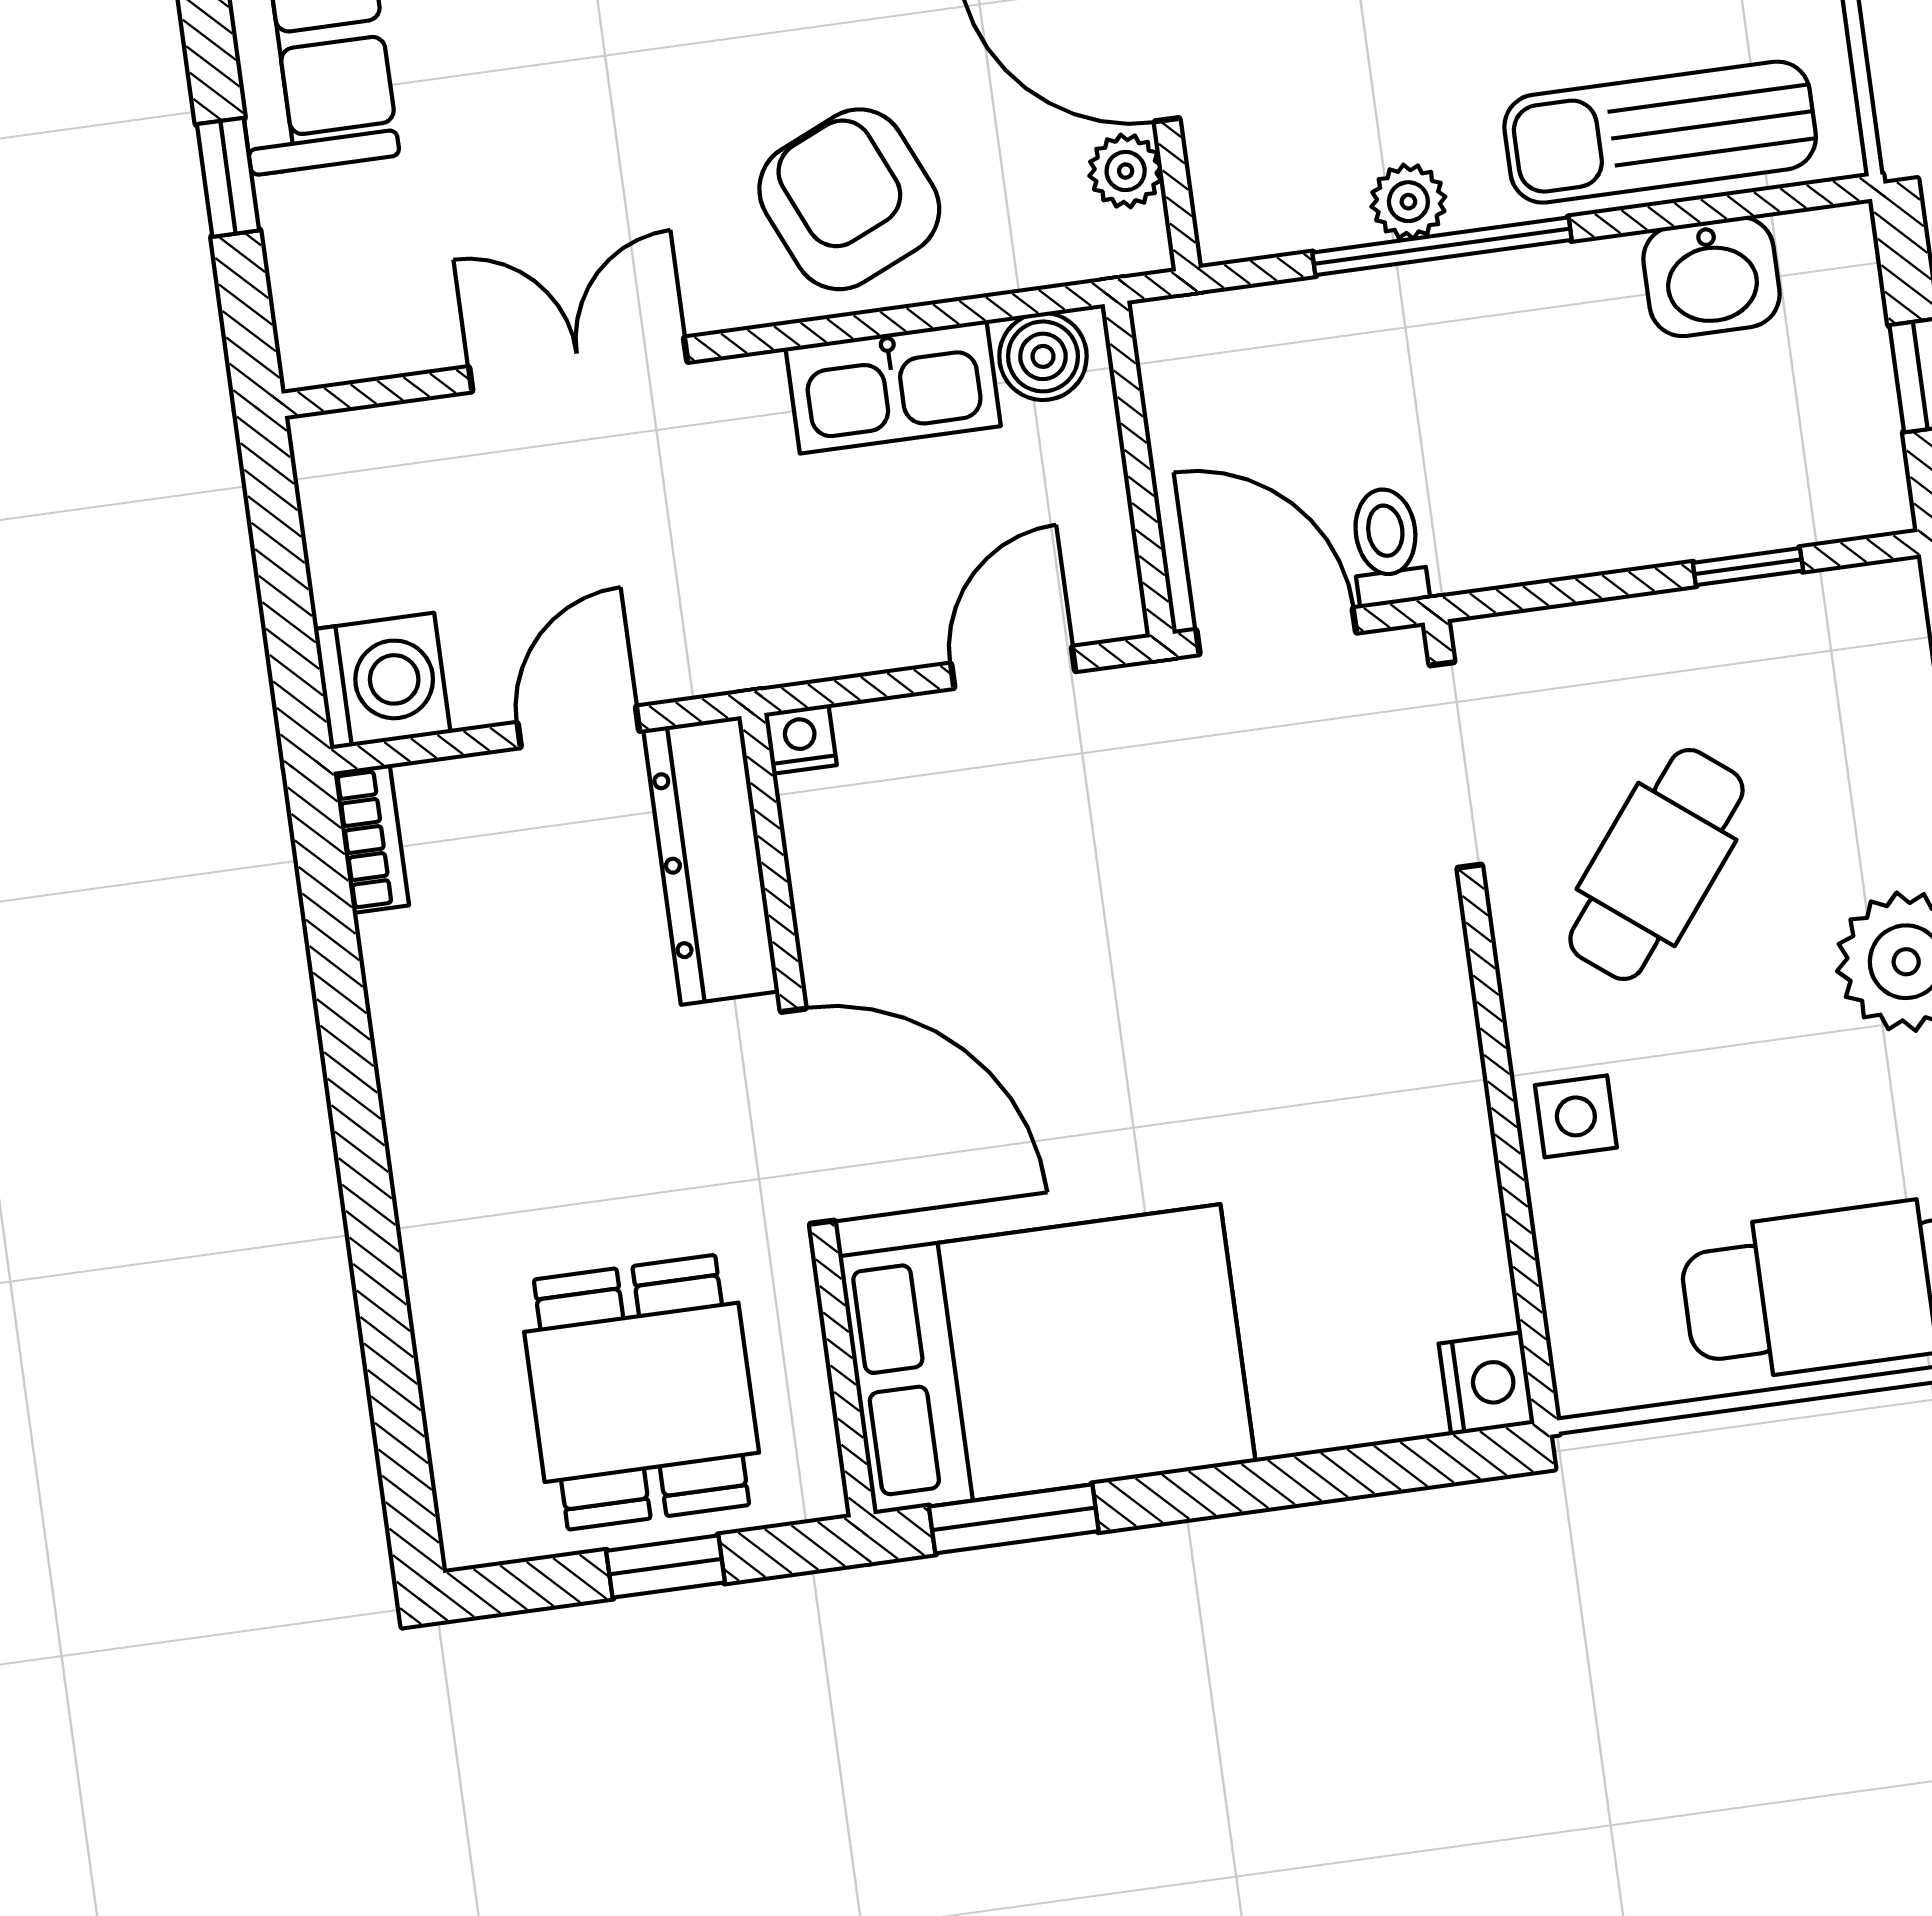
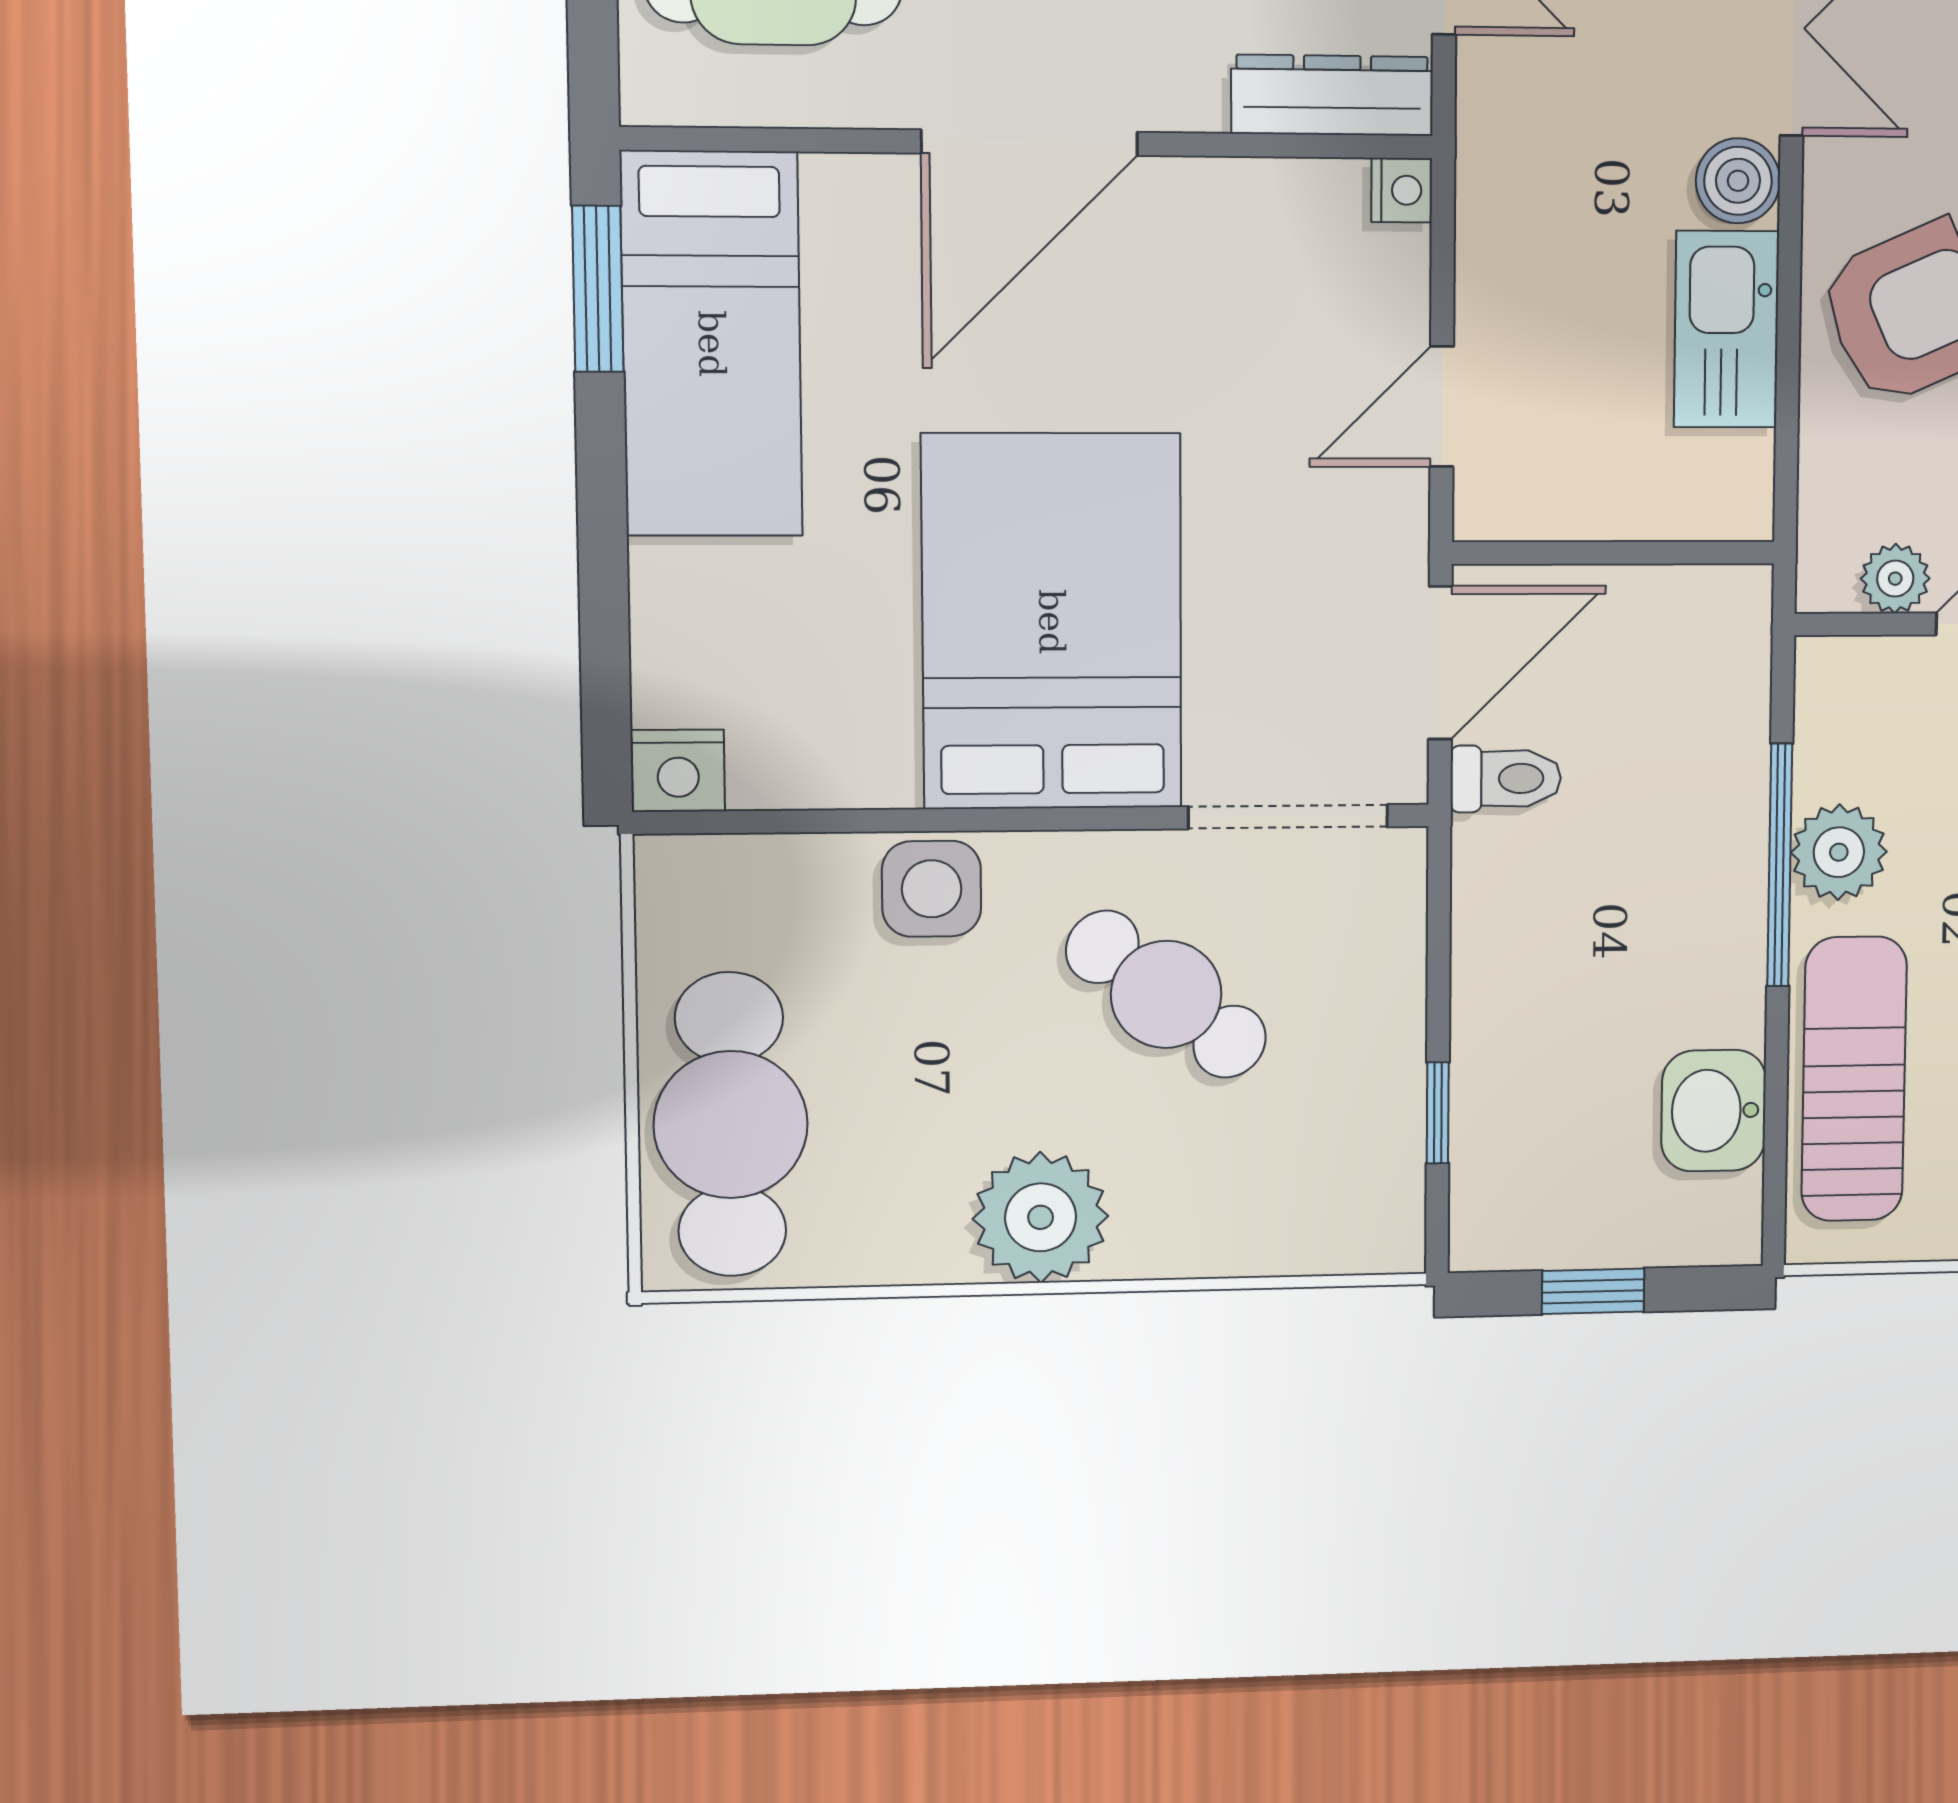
plant: (1408, 202) -> (1839, 852), width x1.38, depth x1.38
boiler: (1043, 356) -> (1738, 181), moved
door: (1013, 667) -> (1442, 407), swing flipped
dresser: (711, 860) -> (1332, 95), width x0.73, depth x0.80
bed: (1286, 1031) -> (1052, 622), added
side table: (1576, 1116) -> (932, 889), width x1.37, depth x1.37
bed: (1047, 1359) -> (712, 344), width x0.67

